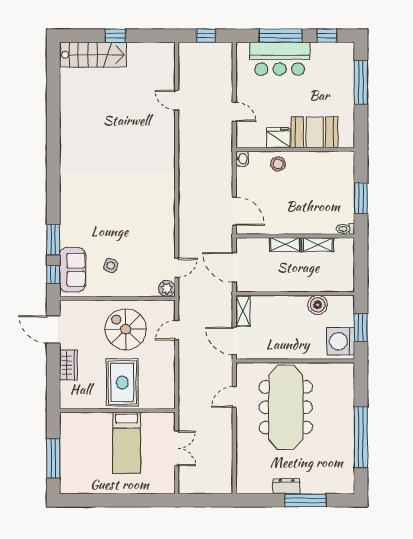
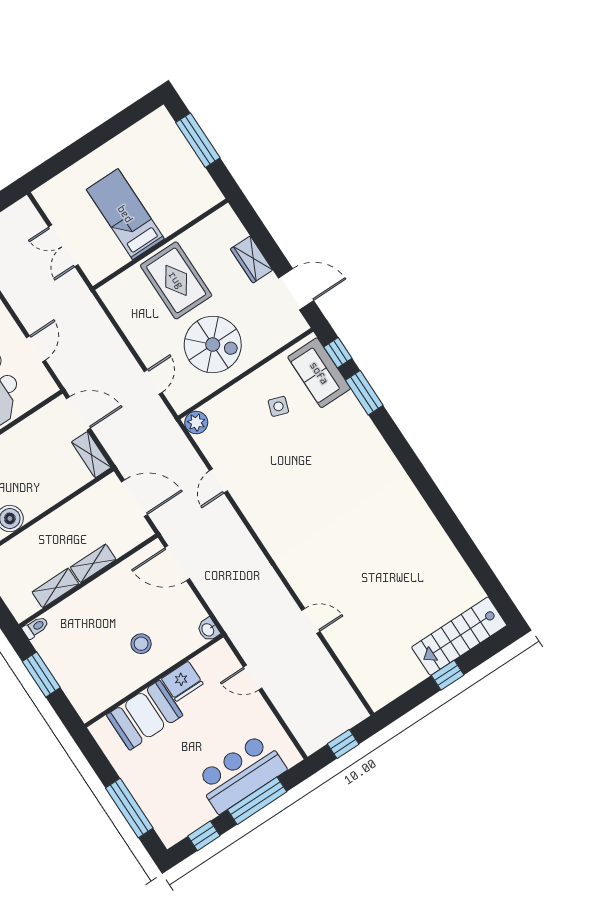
door: (177, 100) -> (311, 621), moved
stool: (278, 164) -> (141, 644), moved
door: (177, 268) -> (218, 481), moved

